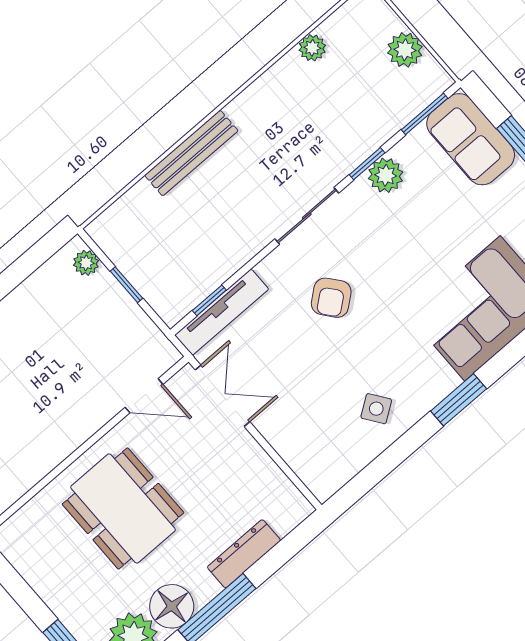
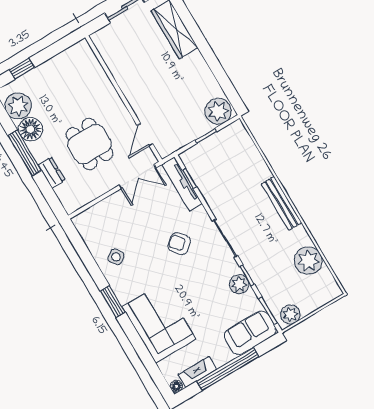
plant: (312, 48) -> (308, 261), width x1.87, depth x1.87
plant: (405, 50) -> (290, 314), moved
bench: (191, 153) -> (282, 203), moved
plant: (86, 263) -> (218, 111), width x1.87, depth x1.87
dining table: (123, 508) -> (90, 144), moved, width x0.73
dresser: (244, 554) -> (51, 173), width x0.70

